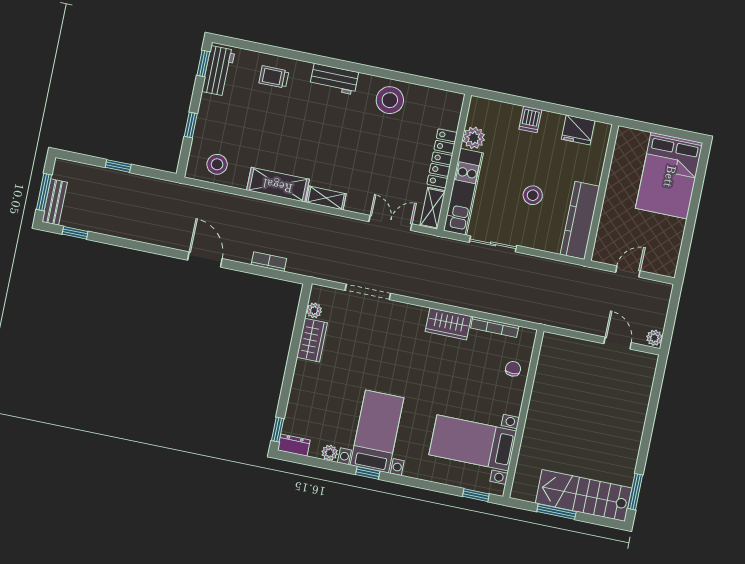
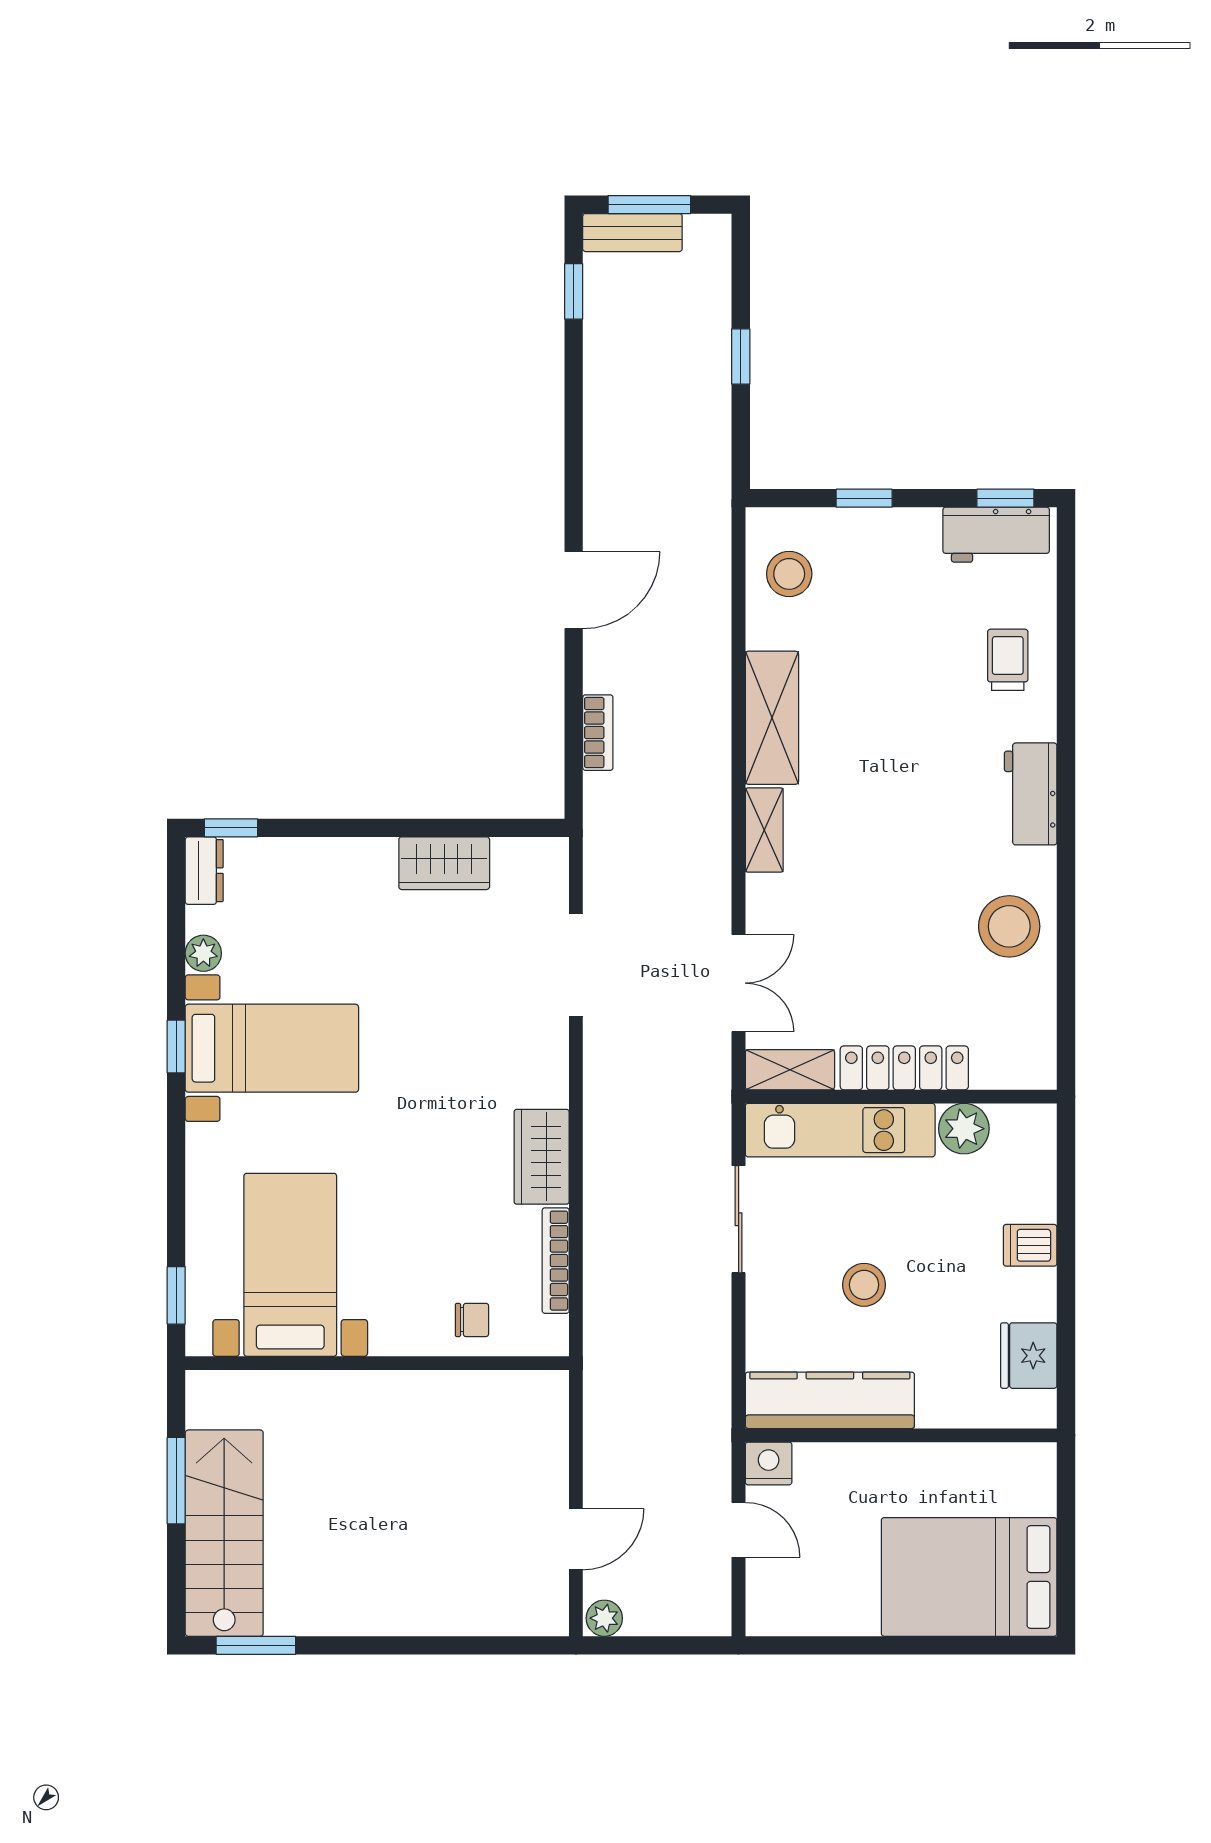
nightstand: (602, 253) -> (769, 1463), added
plant: (314, 310) -> (511, 854), removed

